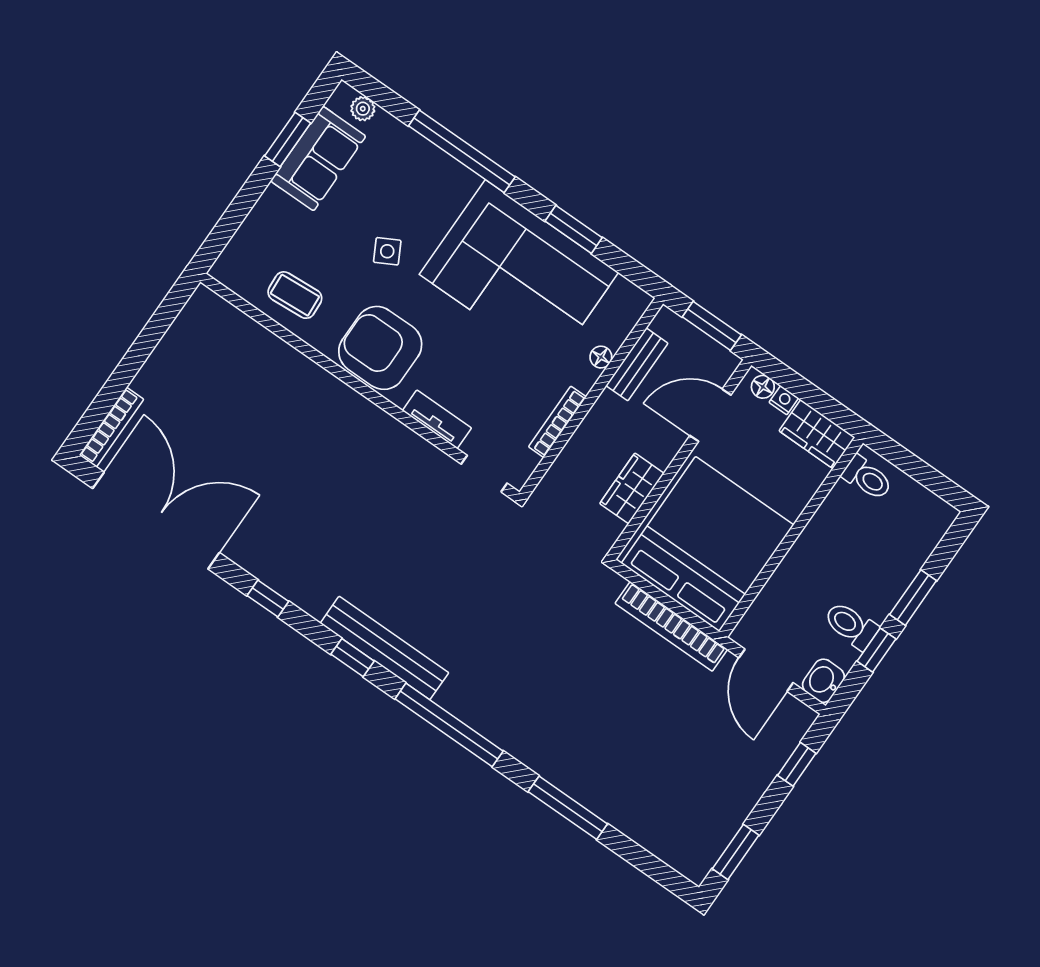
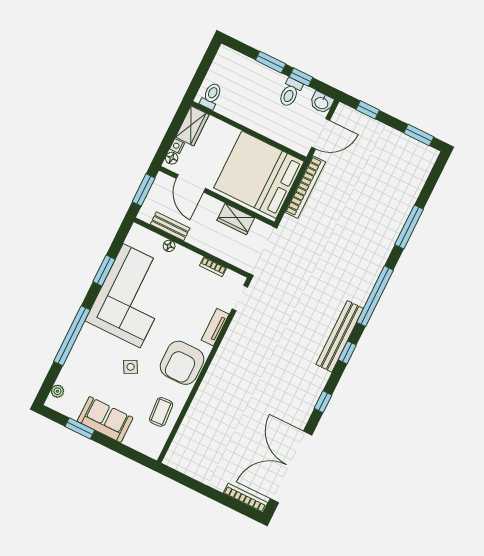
sofa: (318, 159) -> (105, 419), moved
bookcase: (557, 422) -> (213, 267), width x0.64

